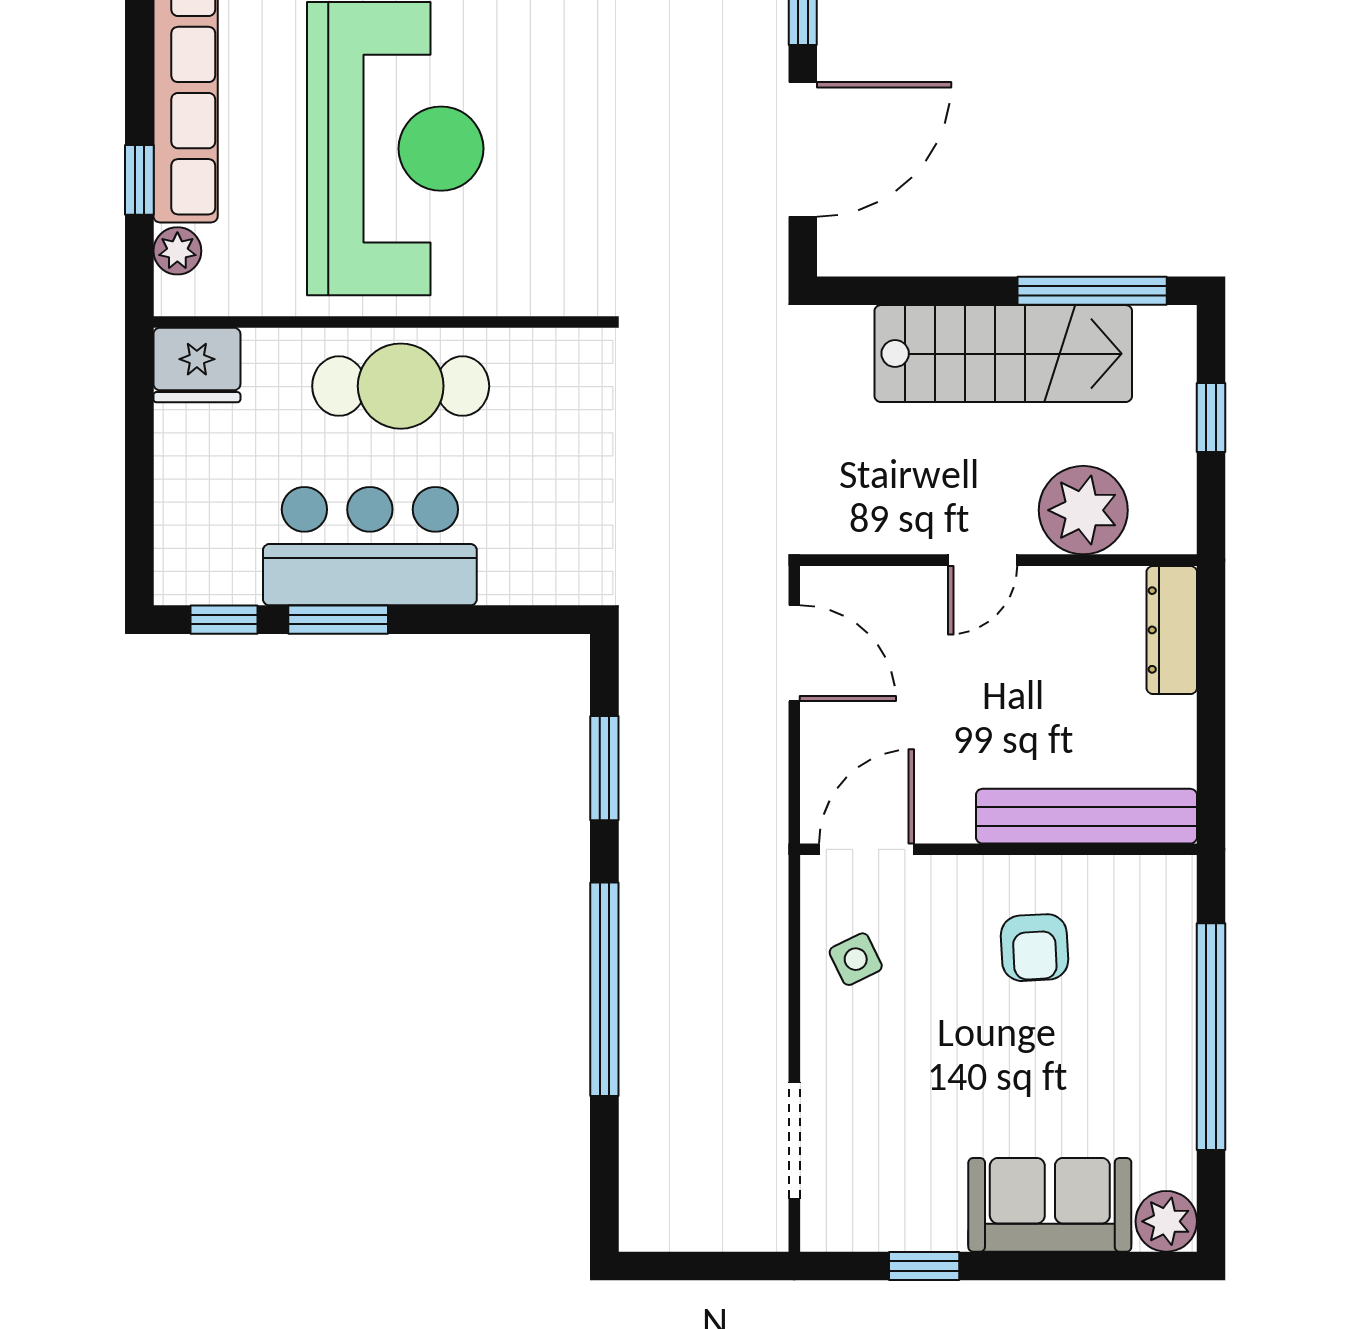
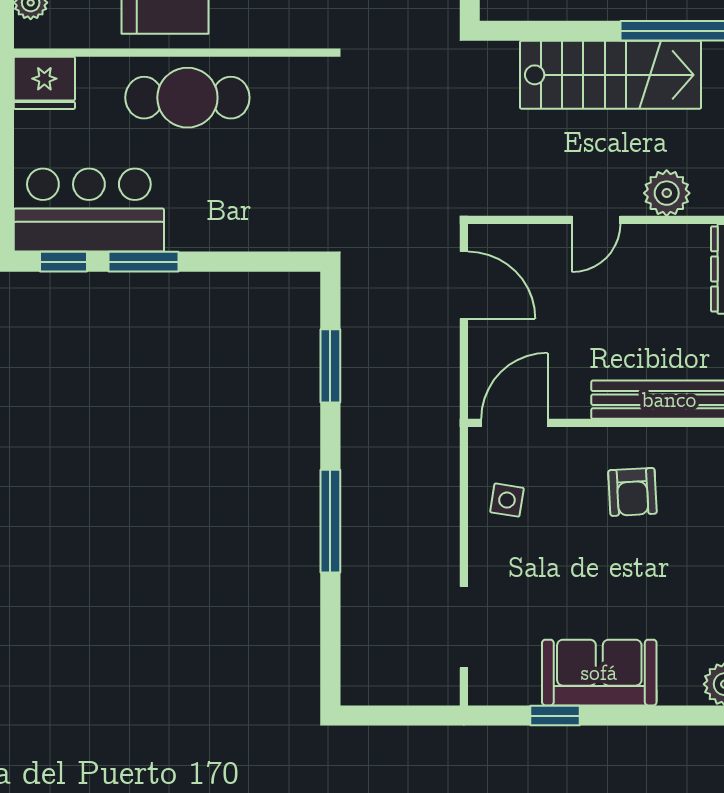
plant: (1083, 510) -> (667, 193), width x0.73, depth x0.73
bar counter: (370, 546) -> (89, 210), moved
side table: (856, 959) -> (507, 500), turned 35
window: (604, 989) -> (330, 521), width x0.68
sofa: (1050, 1205) -> (599, 673), moved

